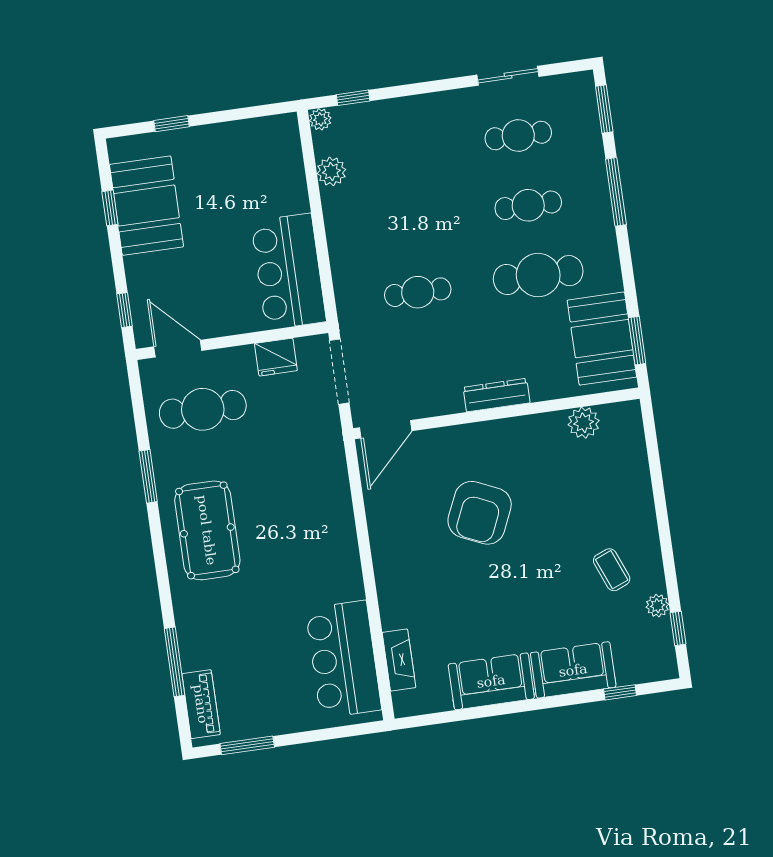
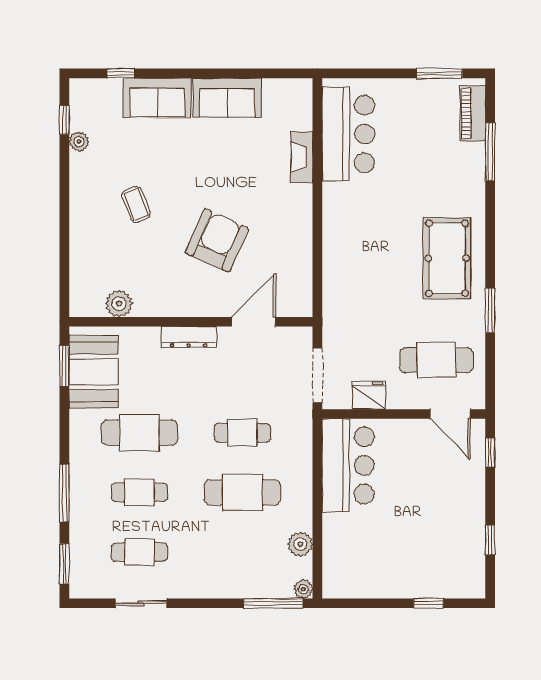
window: (353, 98) -> (273, 603), width x2.17
booth: (146, 206) -> (459, 538), removed
cafe table: (408, 222) -> (242, 492), added
door: (386, 429) -> (254, 322), moved
coffee table: (612, 570) -> (136, 204), moved
fireplace: (399, 660) -> (302, 157), moved

